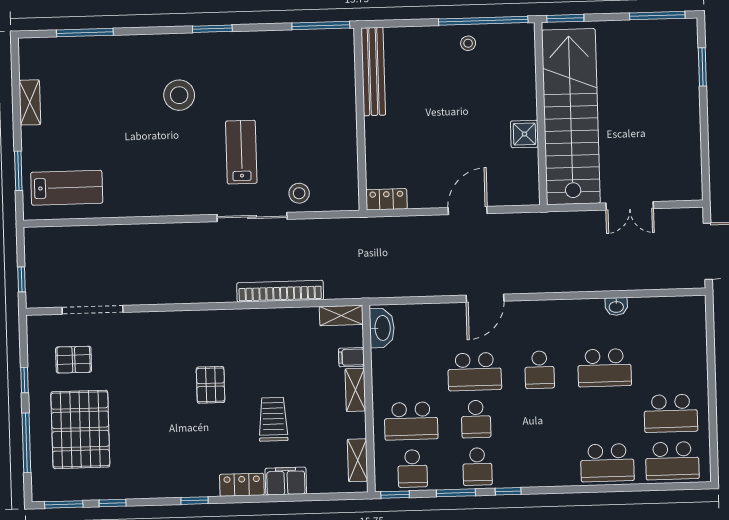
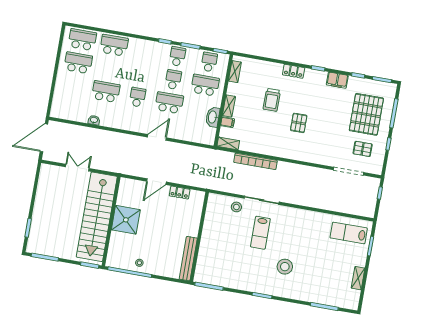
shower: (524, 134) -> (126, 220), width x1.86, depth x1.86
locker: (386, 199) -> (180, 193), moved
washbasin: (382, 328) -> (213, 117), moved
filing cabinet: (286, 481) -> (337, 80), moved

